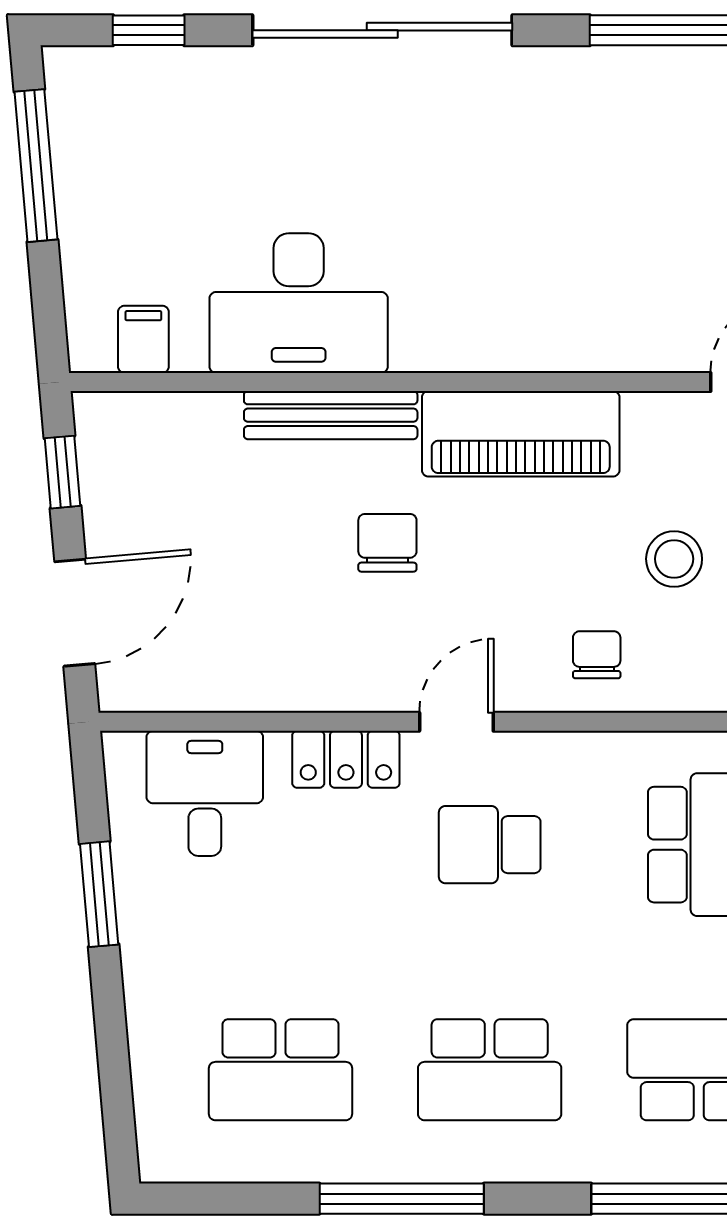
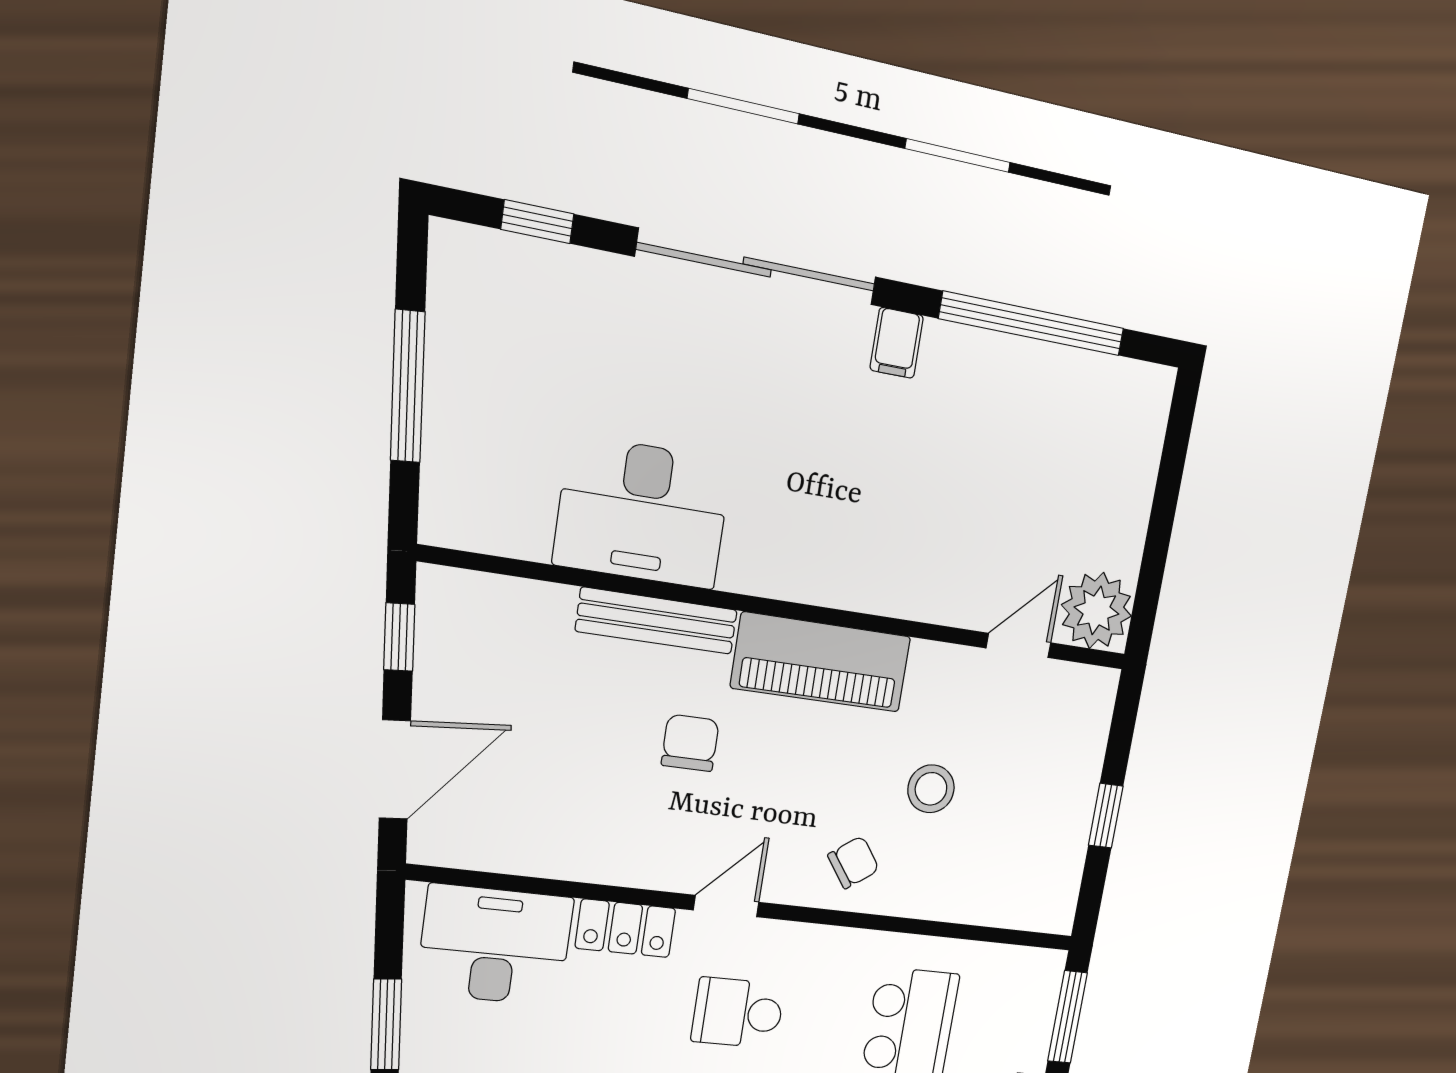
window: (36, 166) -> (408, 386), moved
filing cabinet: (143, 339) -> (897, 343), moved, turned 180
chair: (597, 655) -> (853, 862), turned 54
desk: (205, 793) -> (495, 945), width x1.37

